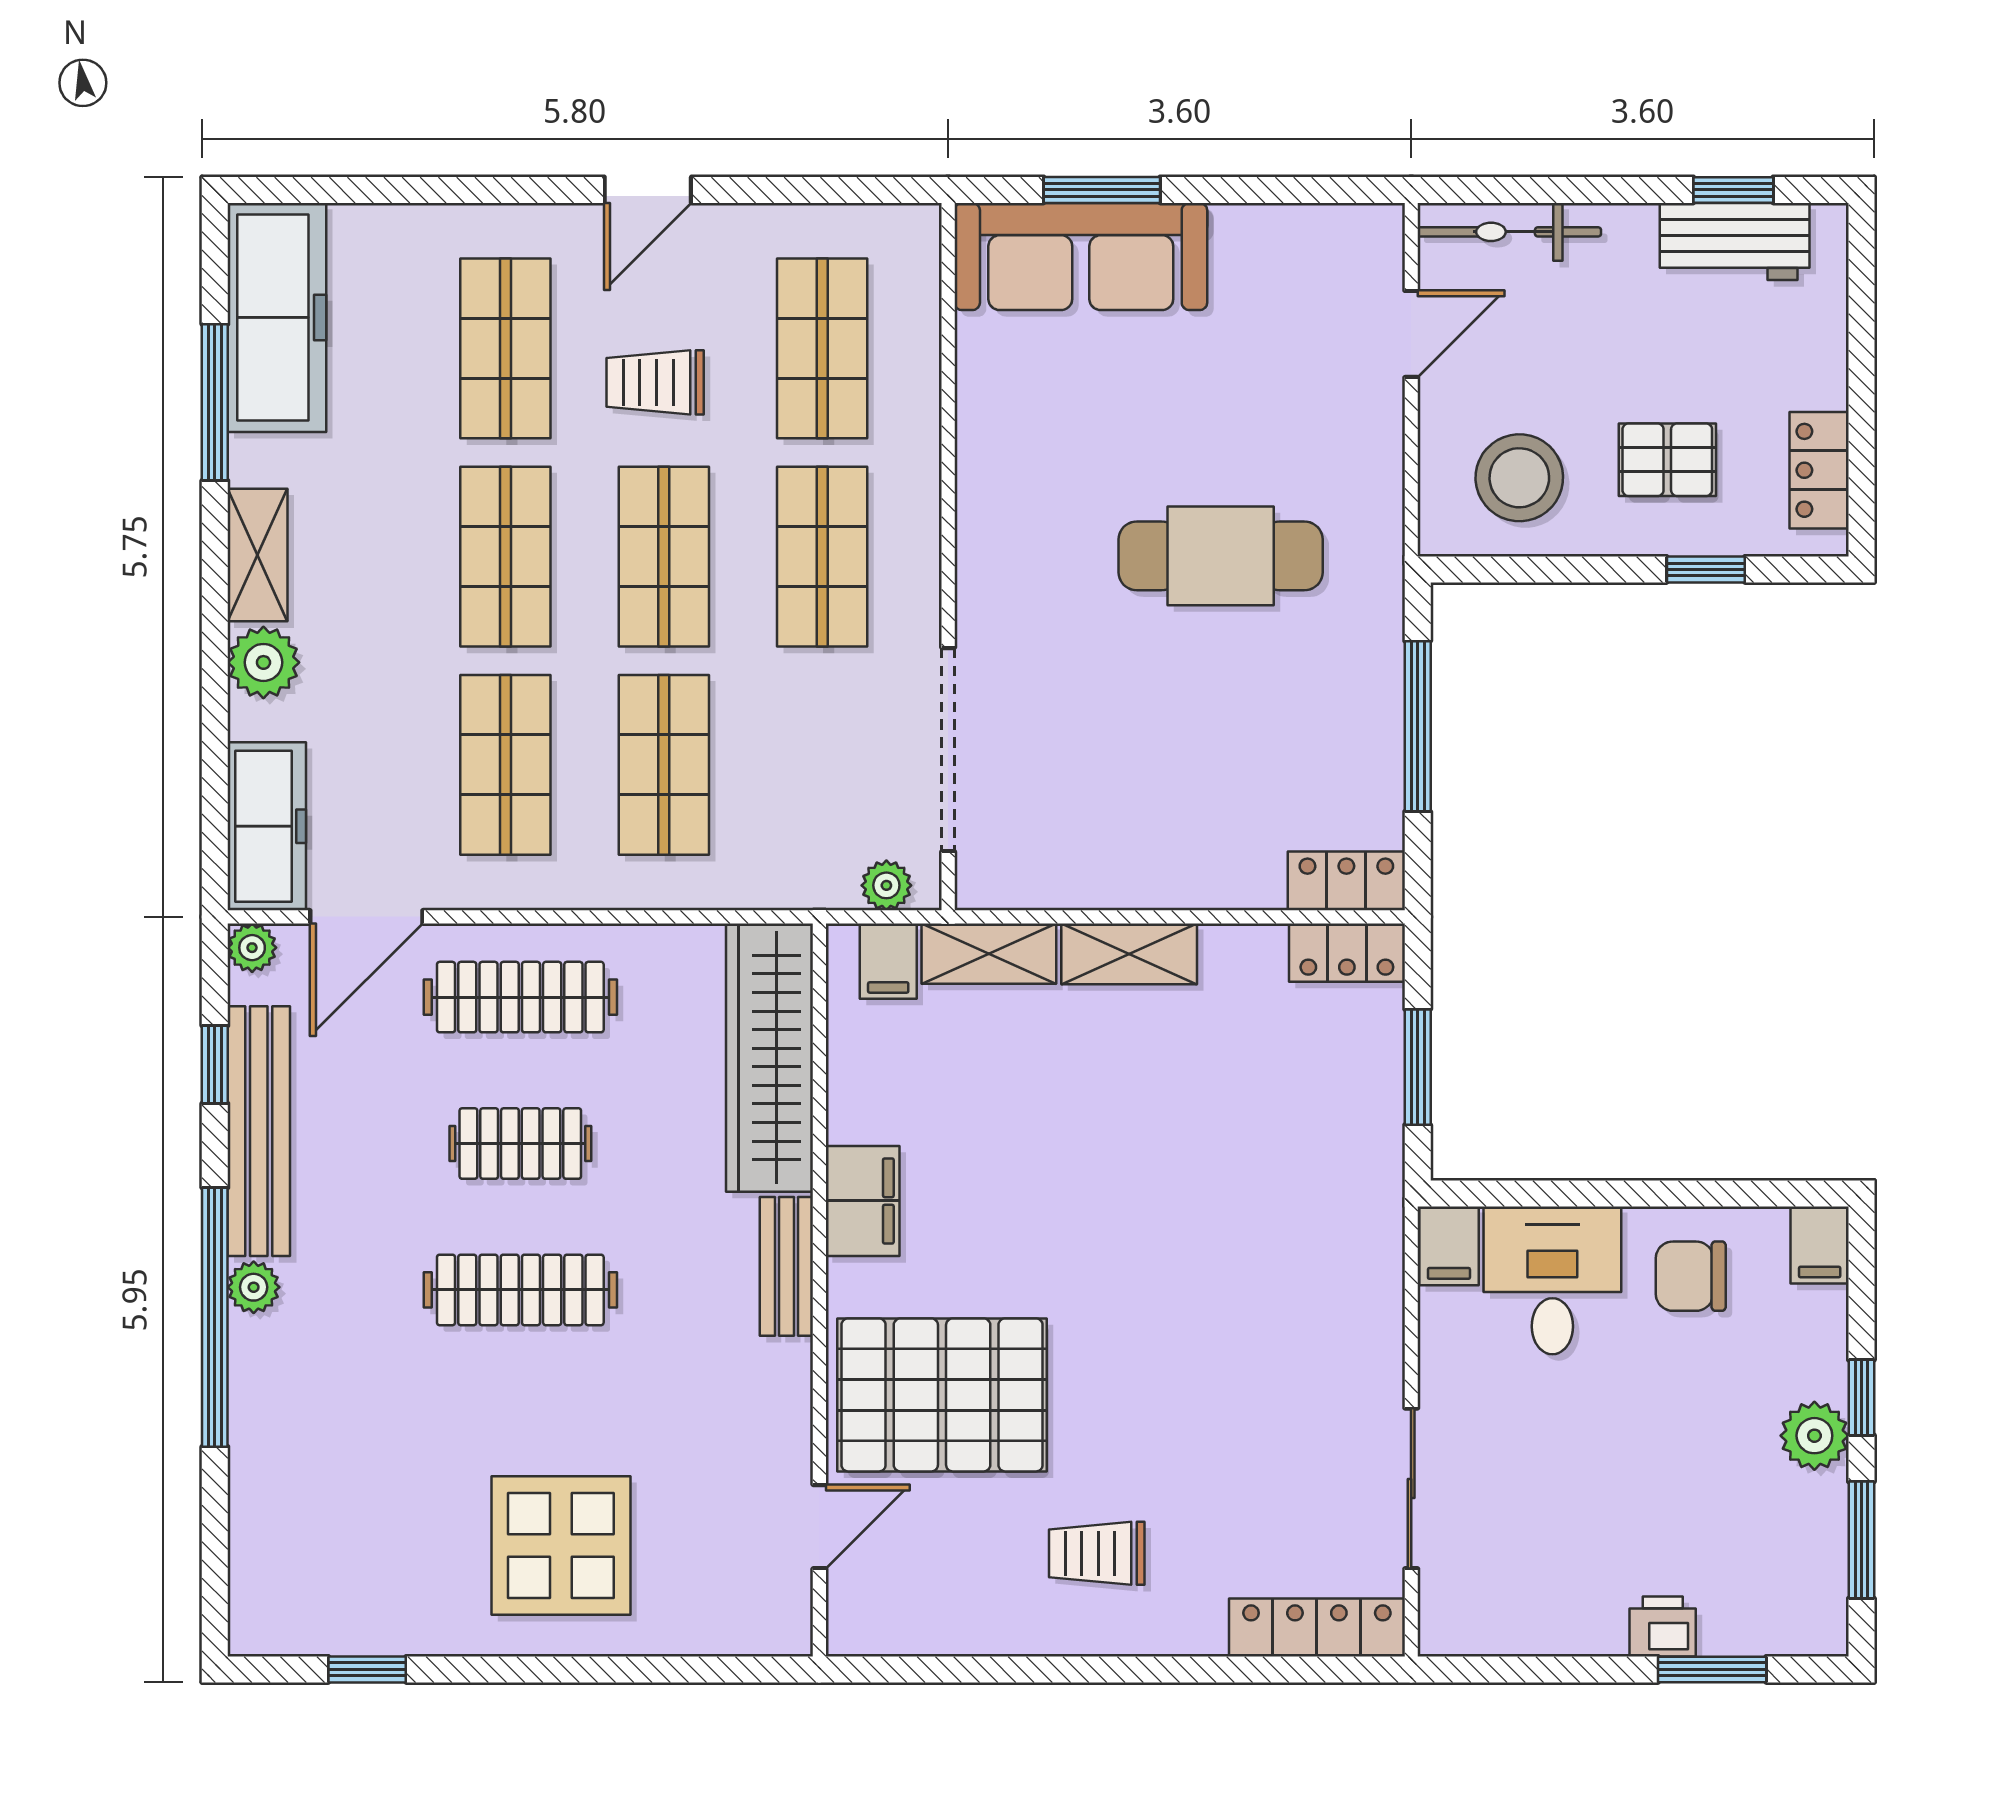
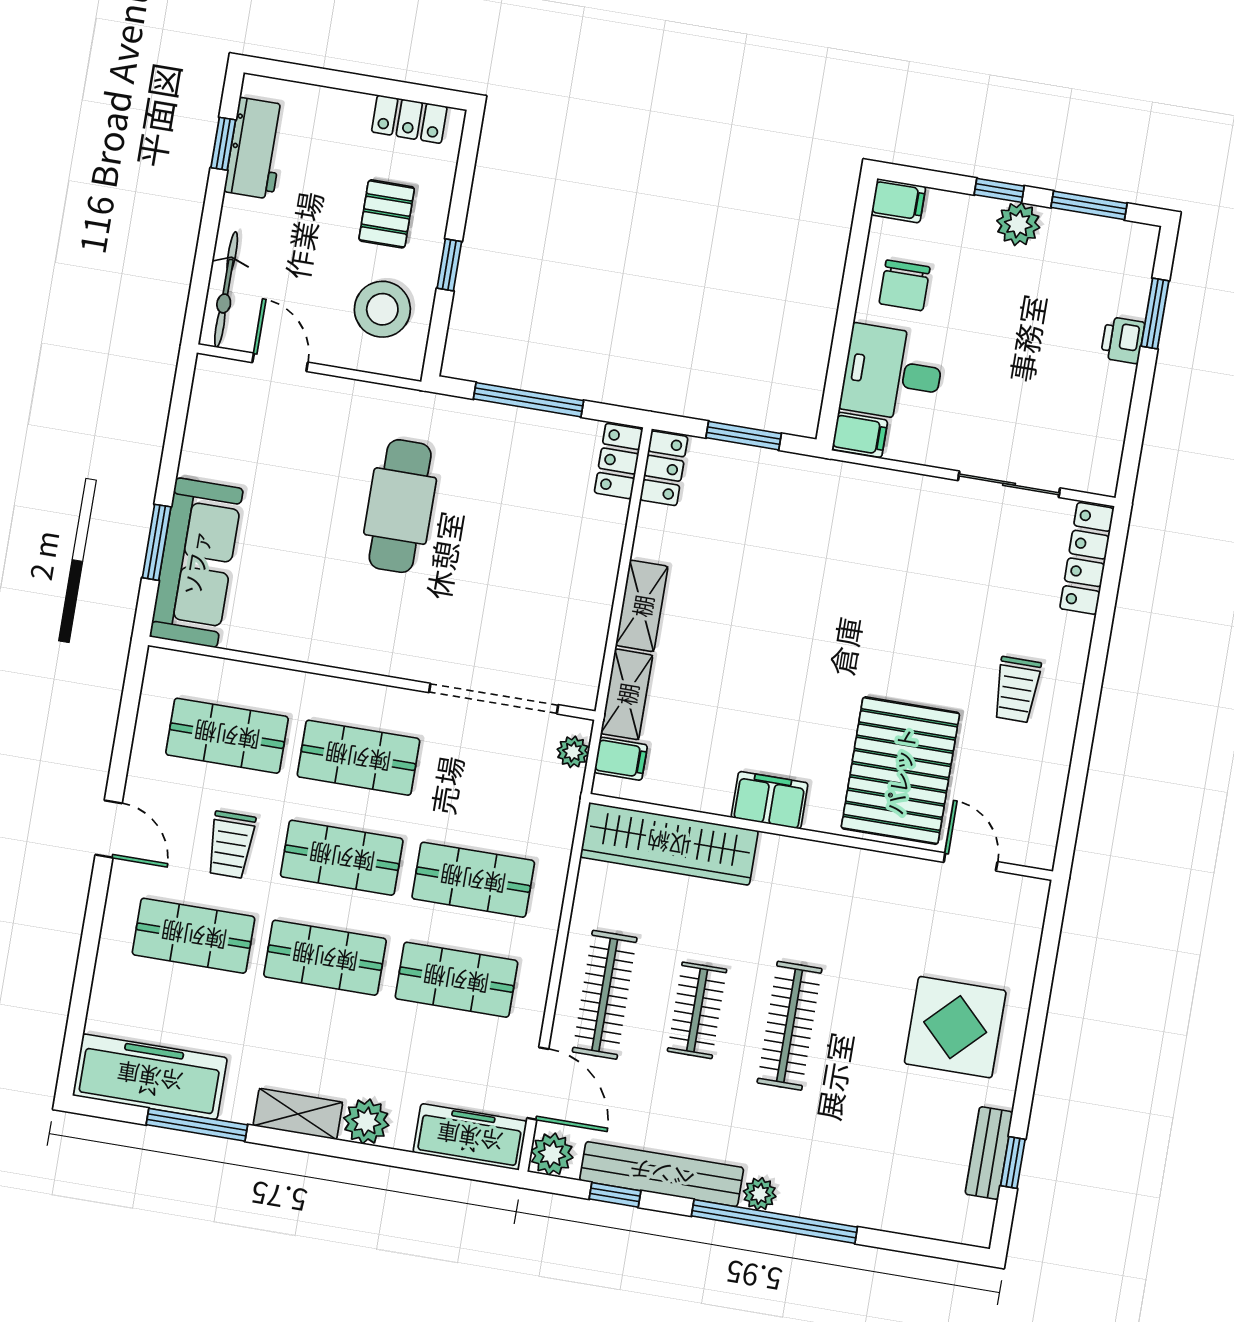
window: (1706, 569) -> (449, 265), moved
plant: (252, 948) -> (552, 1154), width x1.38, depth x1.38
bench: (786, 1266) -> (989, 1153), moved, turned 90

